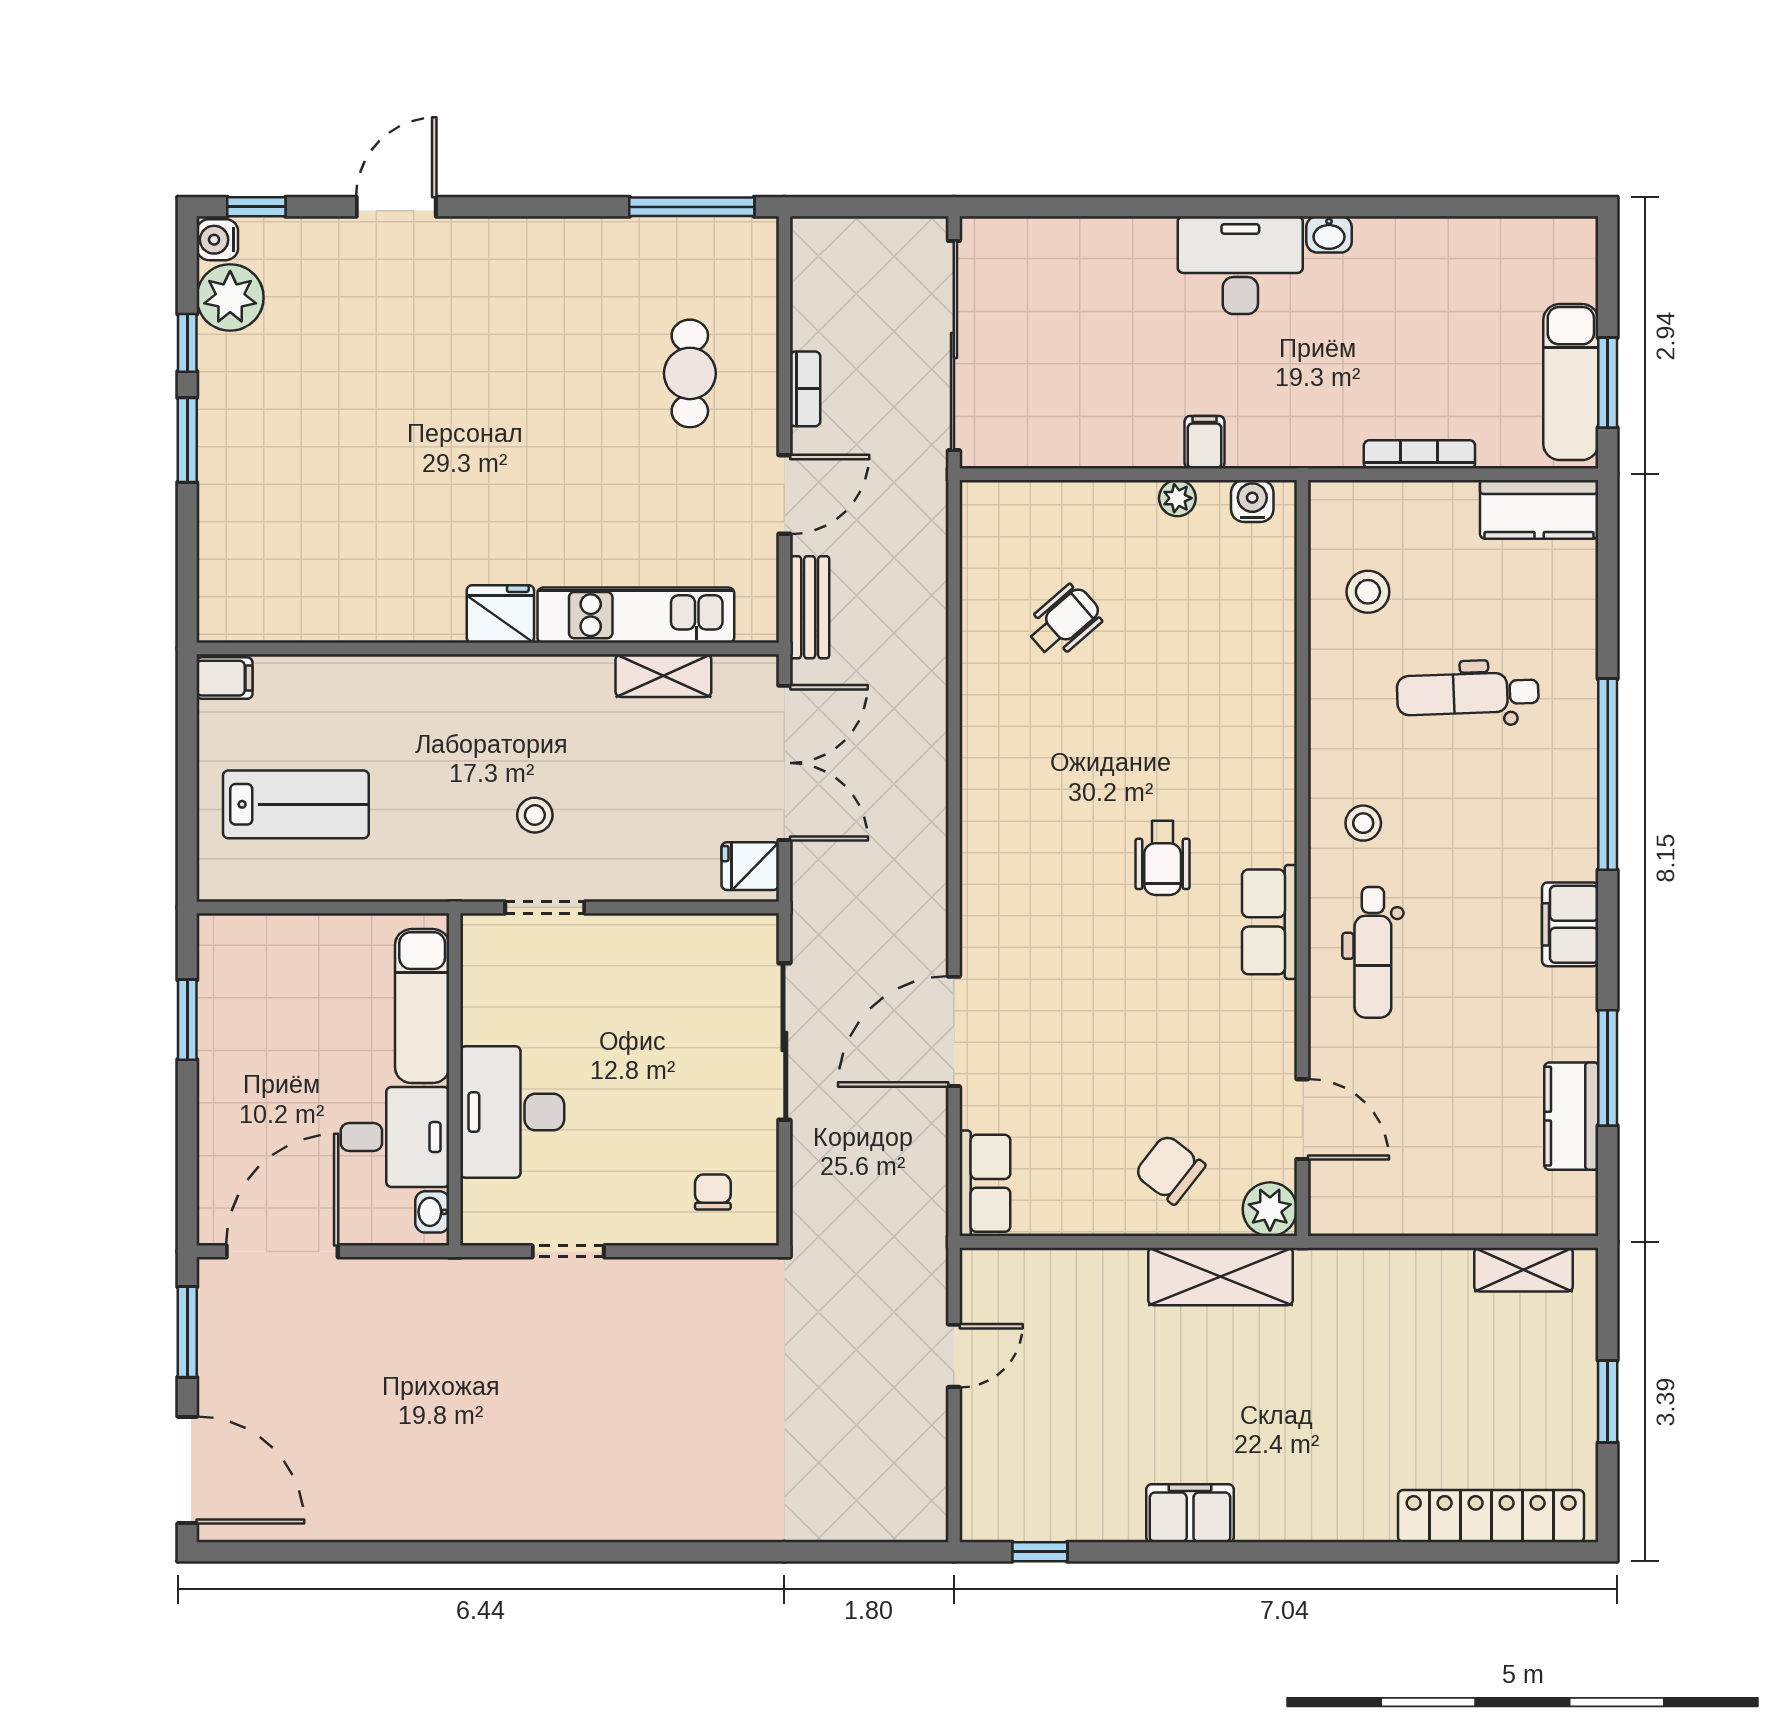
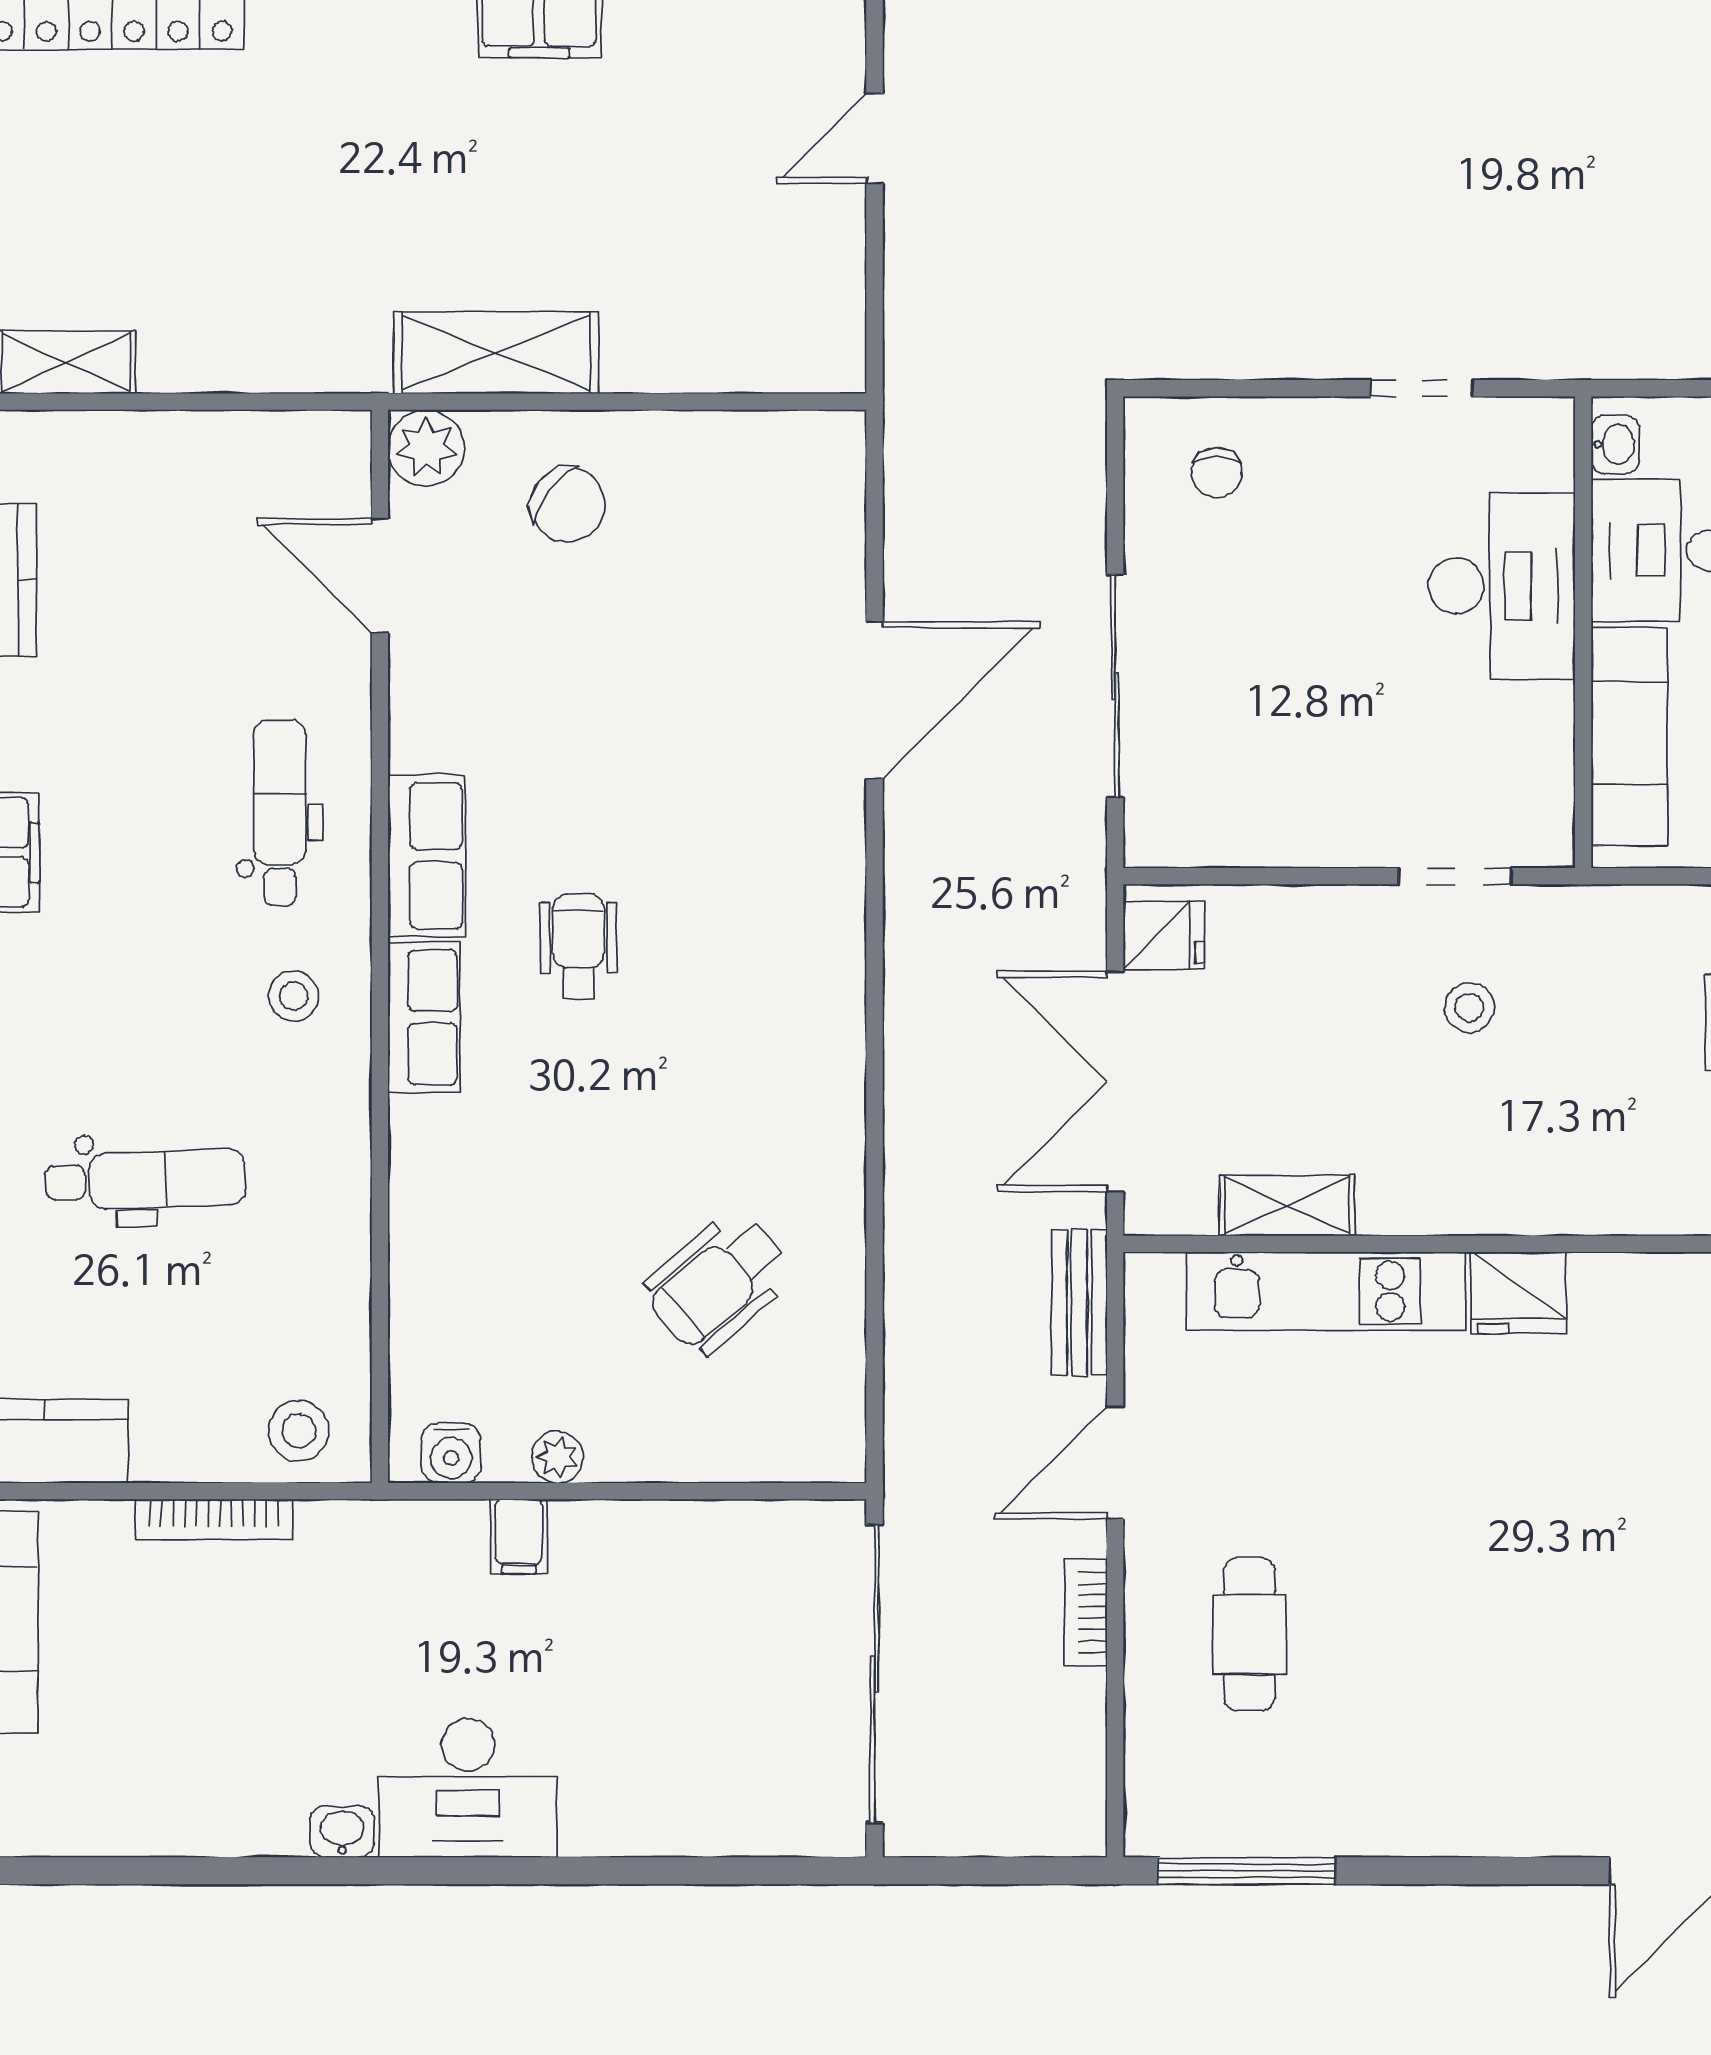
stool: (1368, 592) -> (299, 1431), moved
wheelchair: (1064, 621) -> (718, 1282), width x1.36, depth x1.37
row of seats: (985, 1183) -> (424, 1017), moved, turned 180
door: (954, 1356) -> (875, 138), moved

